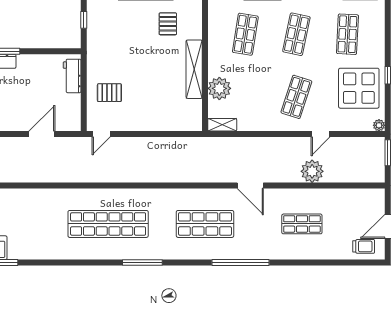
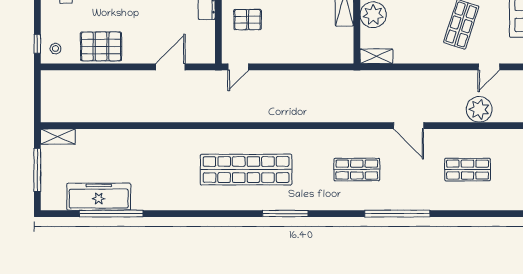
shop shelf: (205, 224) -> (357, 170), width x0.70, depth x0.74

